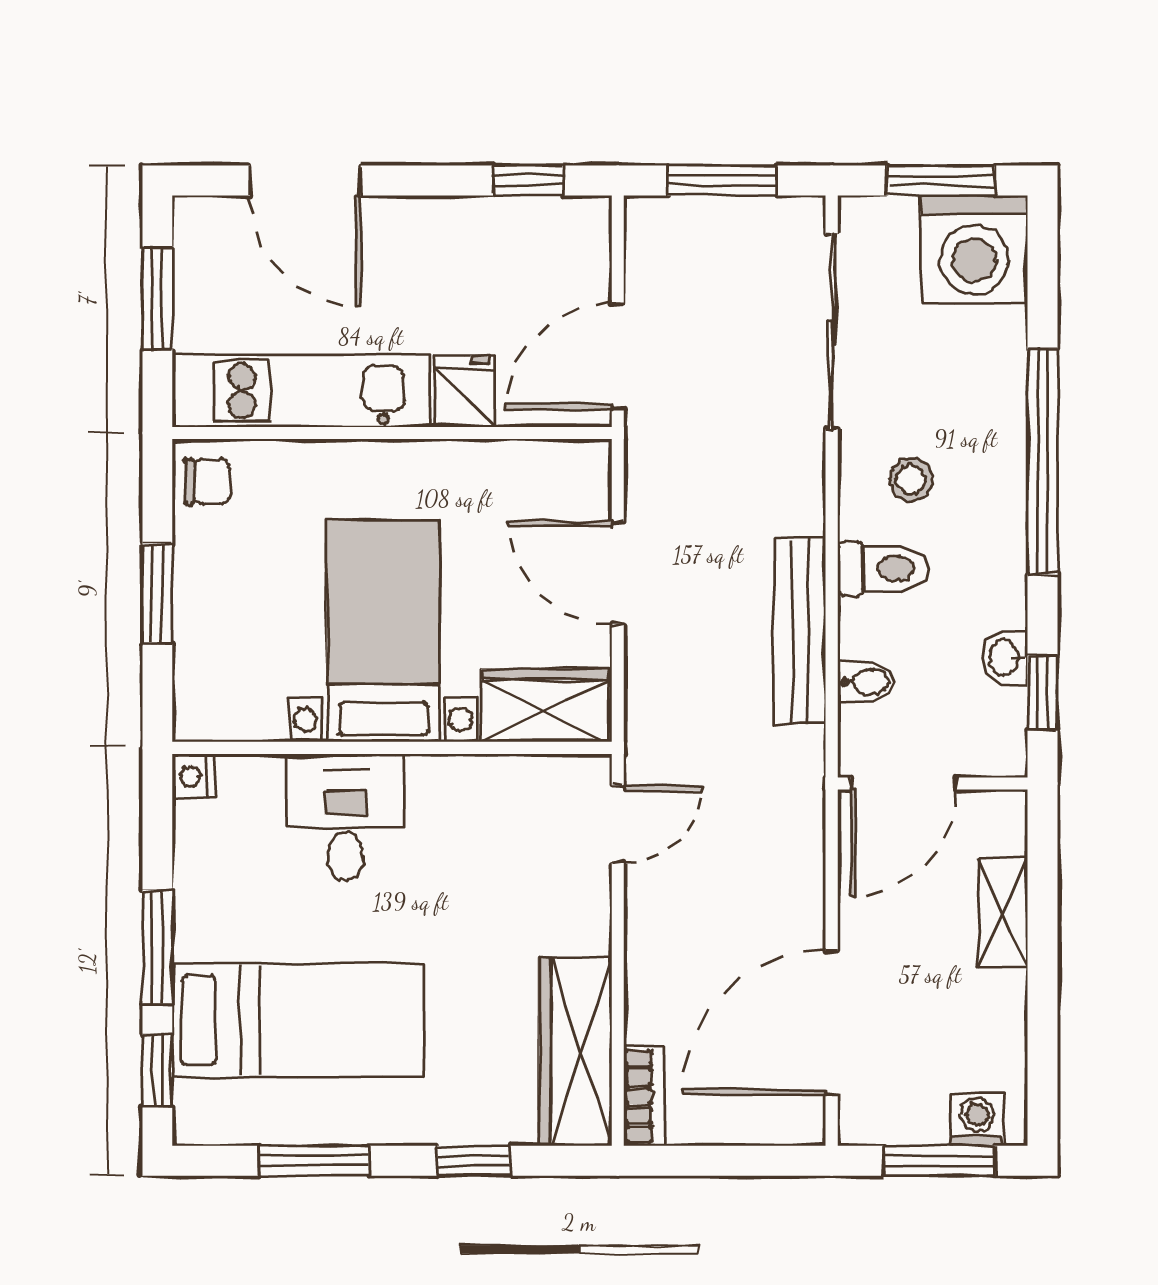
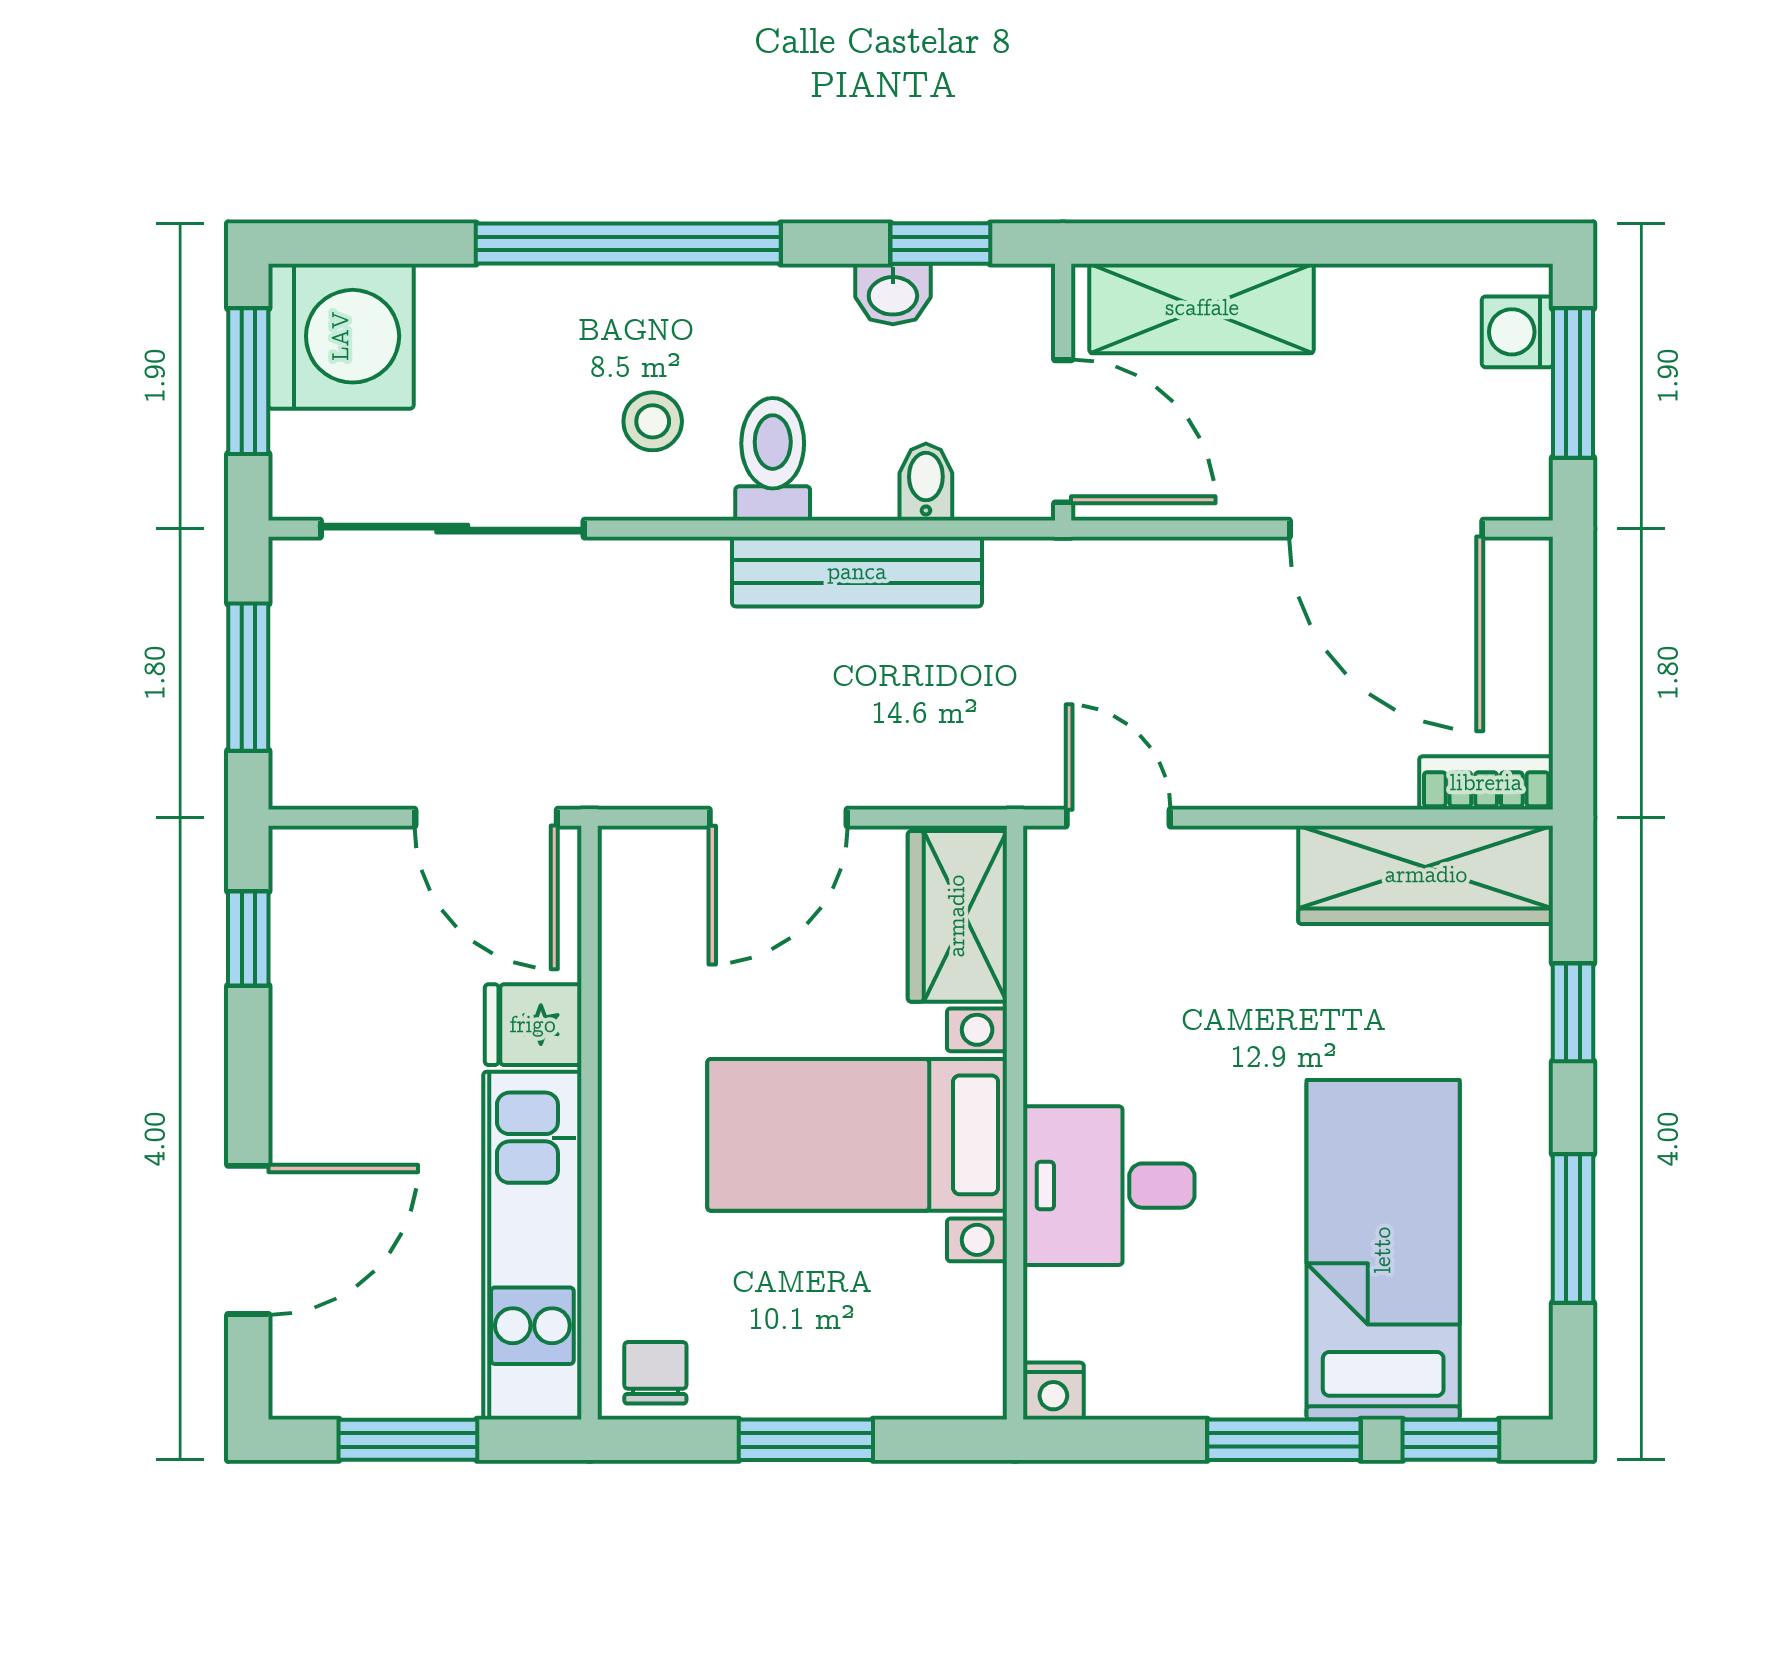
shelving: (1003, 914) -> (1202, 308), width x1.50, depth x1.33

